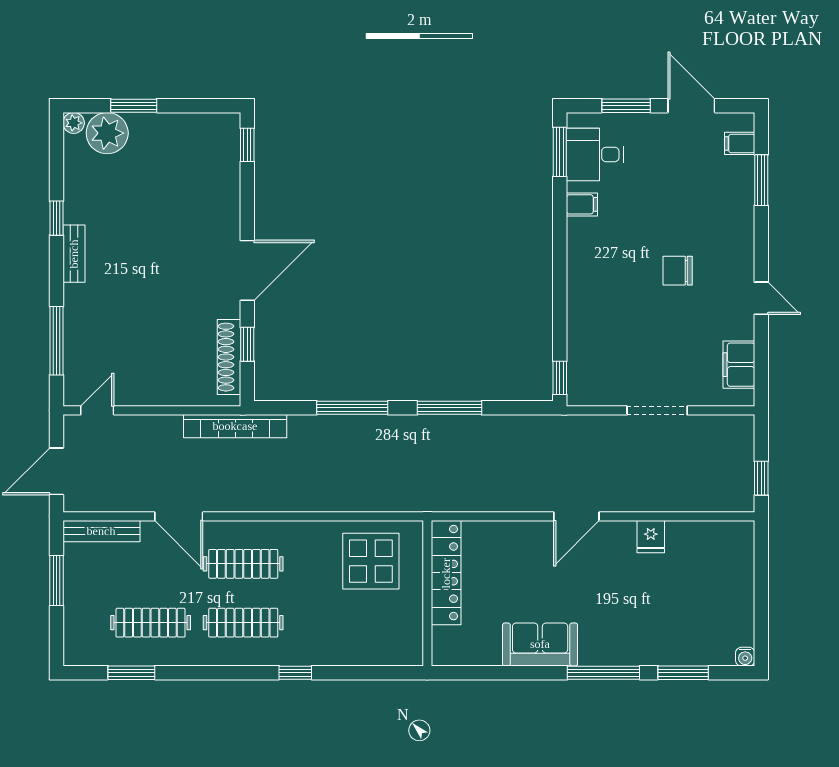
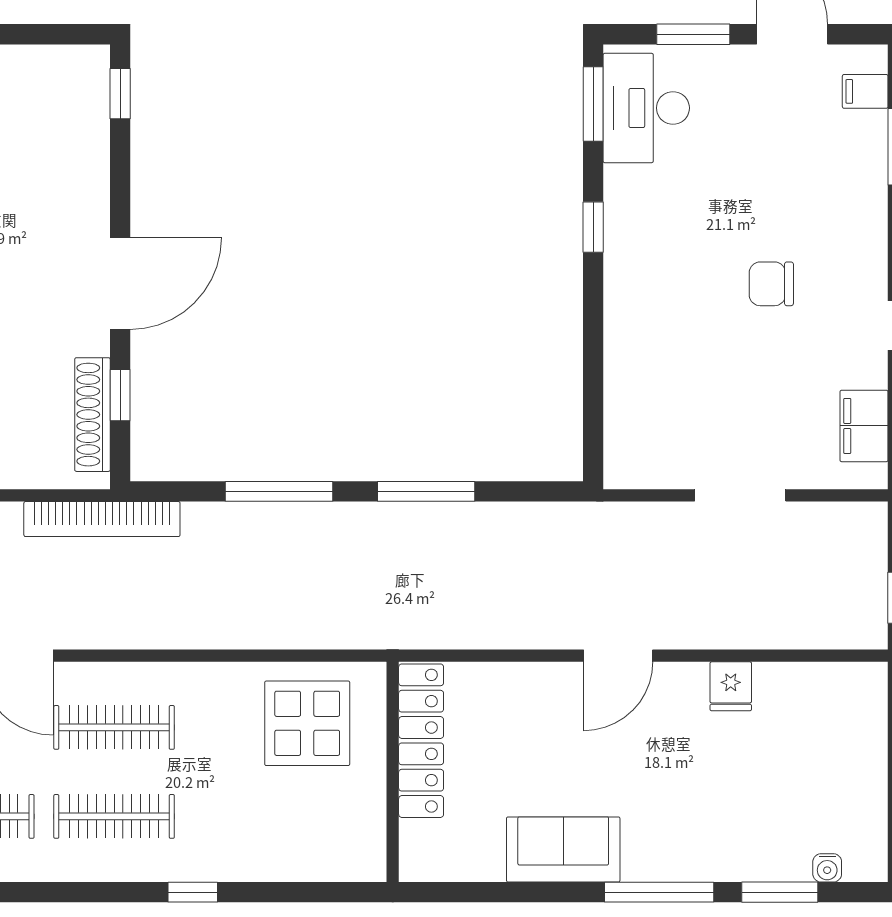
desk: (595, 154) -> (646, 108), width x1.37
filing cabinet: (582, 204) -> (627, 184), removed
window: (560, 378) -> (593, 227), moved
water cooler: (745, 657) -> (827, 868), moved

